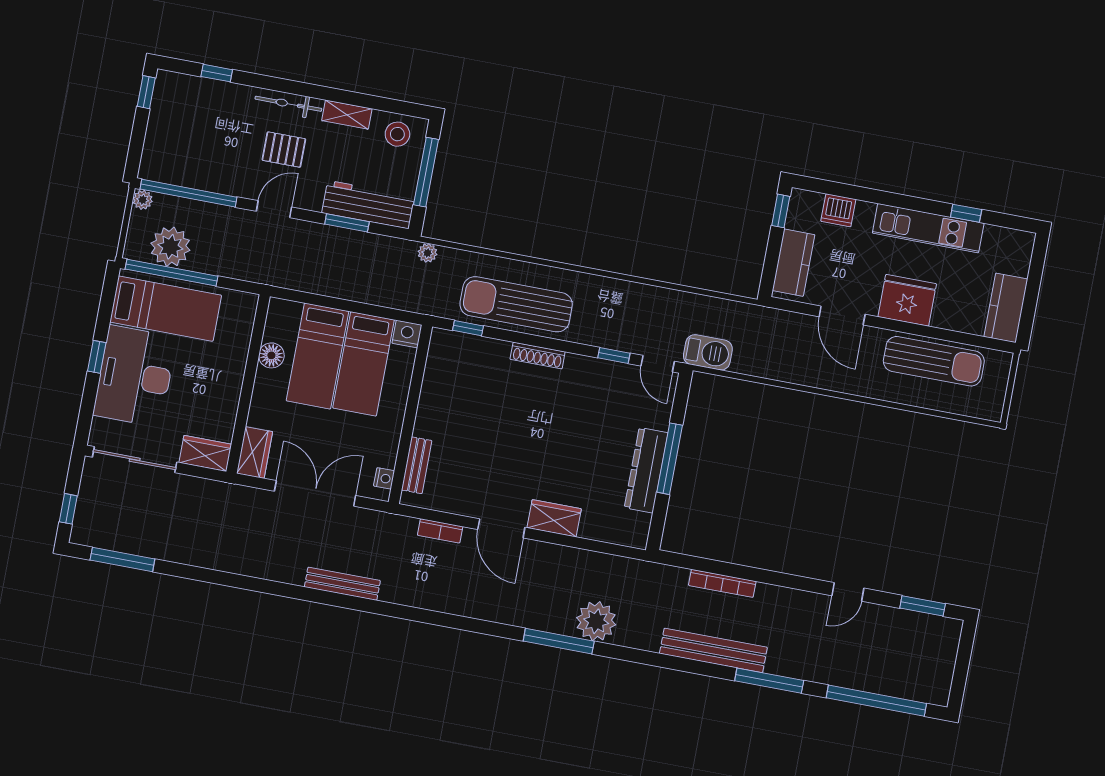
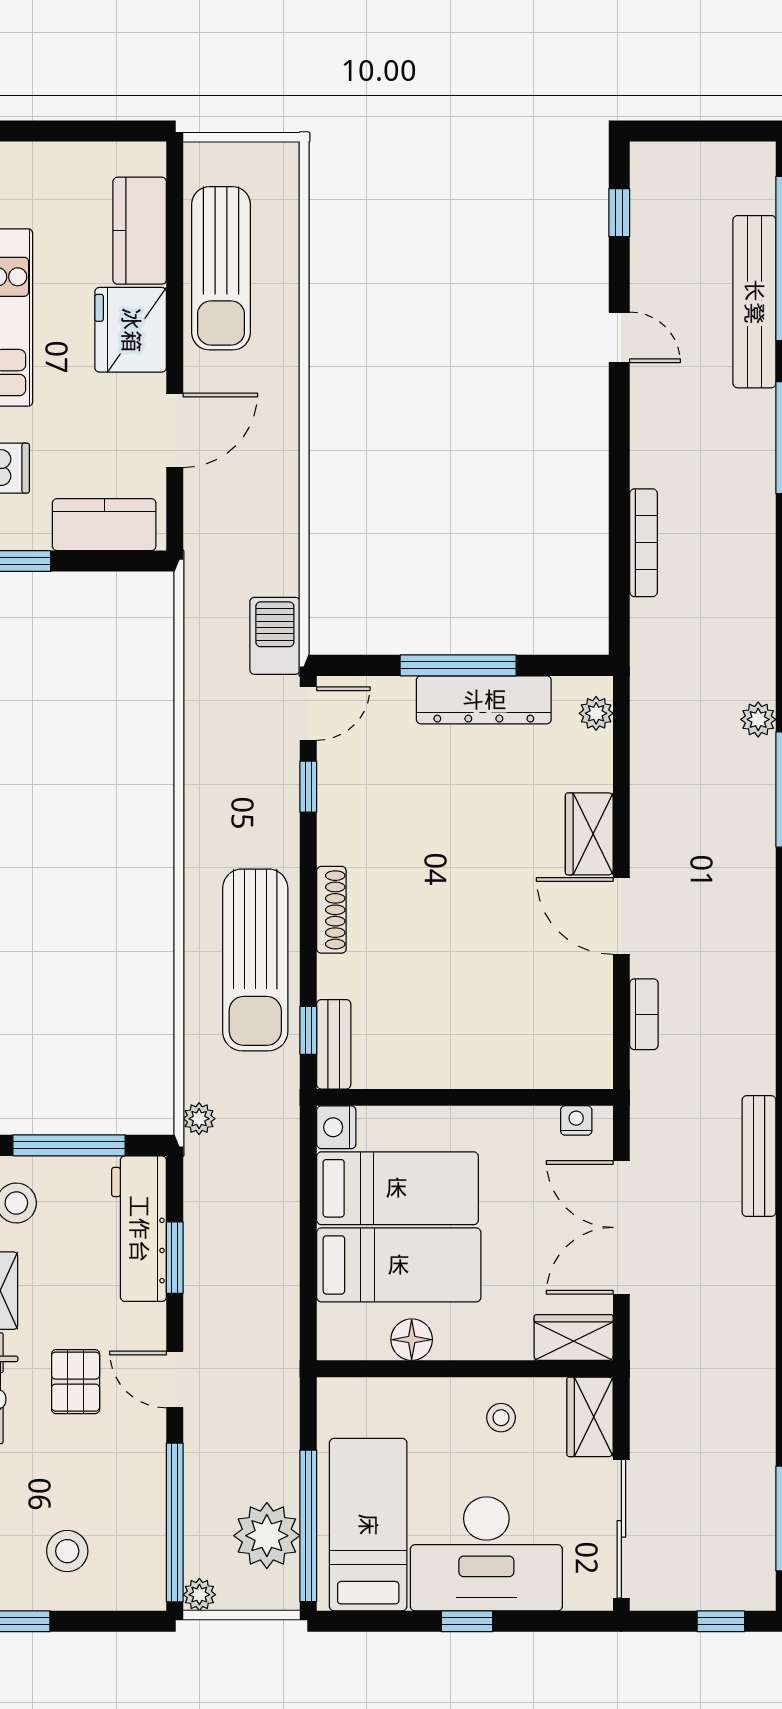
stool: (183, 126) -> (67, 1551), added
kitchen counter: (1006, 308) -> (140, 231), moved, turned 90
sun lounger: (934, 361) -> (221, 268), turned 180
stool: (215, 400) -> (501, 1418), added
bench: (417, 465) -> (334, 1044), moved, turned 90
door: (501, 528) -> (621, 916), swing flipped
plant: (626, 536) -> (596, 713), added
window: (923, 606) -> (619, 213), width x0.67
plant: (596, 621) -> (758, 719), width x0.53, depth x0.53
bench: (713, 650) -> (754, 302), moved

